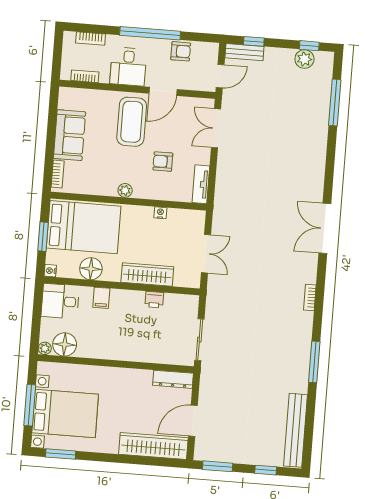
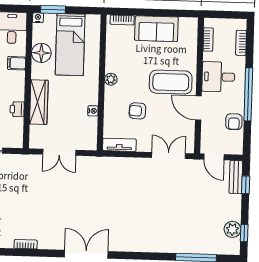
armchair: (163, 162) -> (137, 111), turned -88
bed: (84, 227) -> (70, 45), width x0.67
window: (43, 237) -> (53, 10), moved

